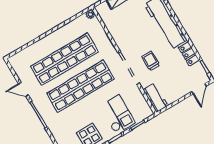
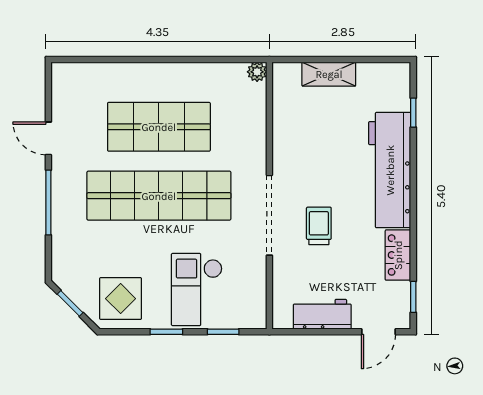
shop shelf: (64, 59) -> (159, 127), width x0.71
workbench: (156, 98) -> (322, 314), moved, turned -90
checkout: (117, 114) -> (197, 290), turned 180

